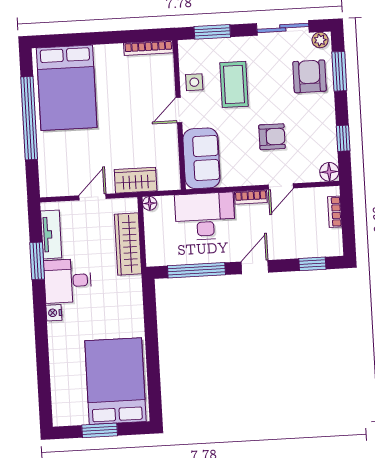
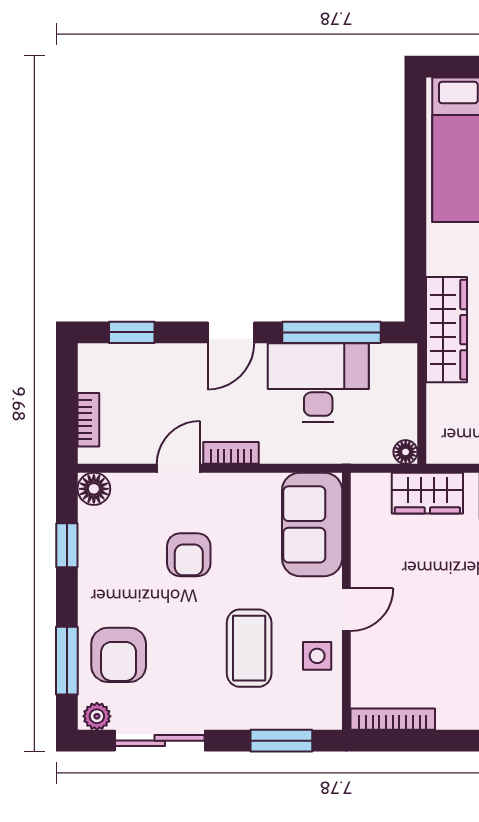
armchair: (272, 137) -> (189, 555), turned -90
desk: (205, 216) -> (318, 383), moved, turned 180
wardrobe: (128, 244) -> (447, 330), moved

